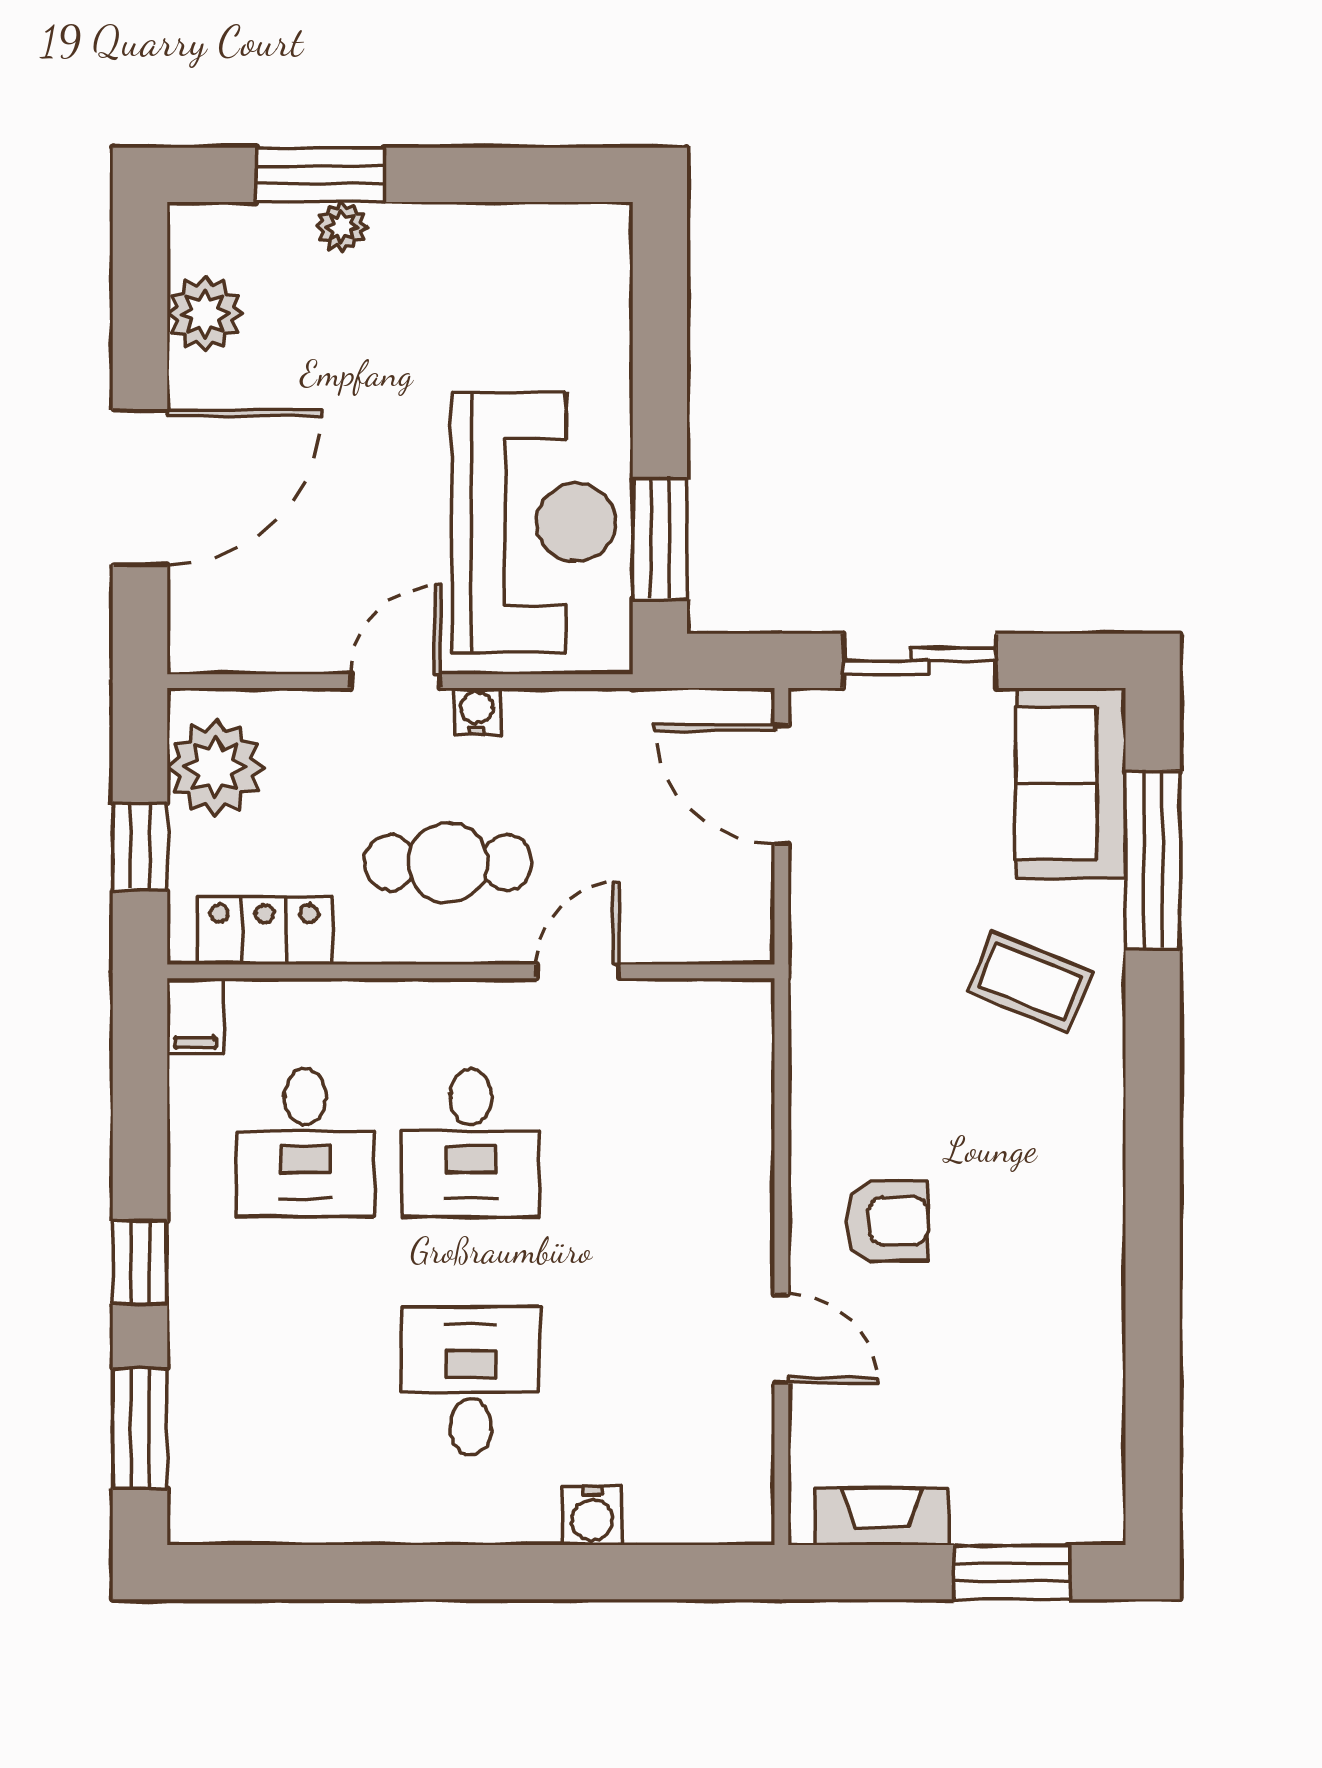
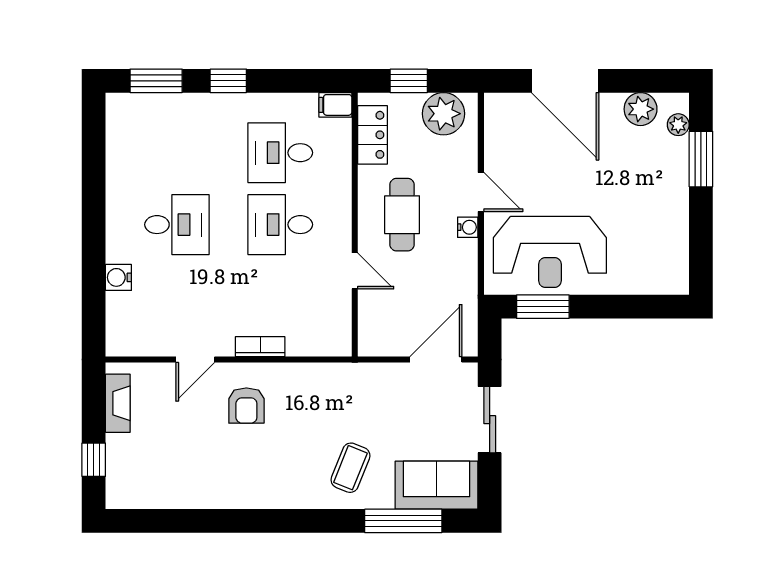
plant: (342, 227) -> (678, 125), moved
bookcase: (752, 1189) -> (260, 347), added
window: (1012, 1572) -> (94, 460), width x0.67

